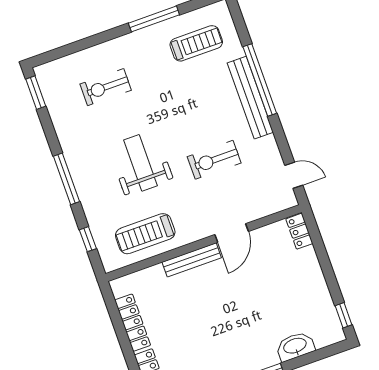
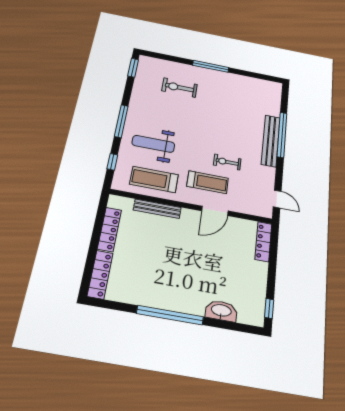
window: (154, 19) -> (211, 66), moved
treadmill: (196, 43) -> (208, 182), moved
exercise bike: (214, 160) -> (227, 162), width x0.73, depth x0.72
weight bench: (140, 163) -> (153, 144), moved, turned -90
locker: (299, 231) -> (263, 242), width x1.53
bench: (192, 260) -> (157, 209), moved

